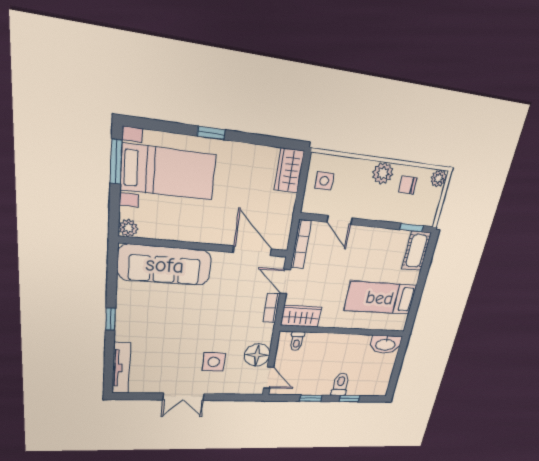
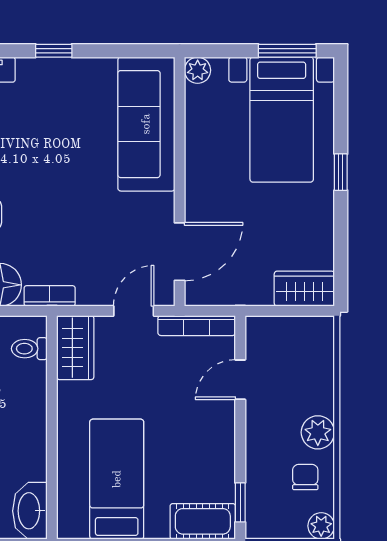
side table: (324, 181) -> (296, 344), removed
bookcase: (271, 308) -> (50, 296), moved

